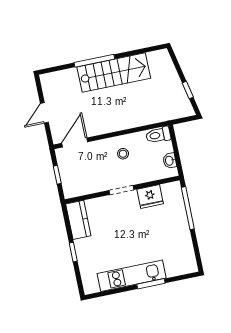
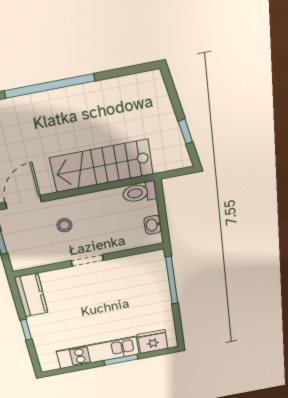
window: (94, 61) -> (50, 86), width x1.46
stairs: (114, 73) -> (102, 166), moved, turned 180
stool: (123, 154) -> (64, 225), moved
fridge: (150, 196) -> (153, 342), moved, turned 180

